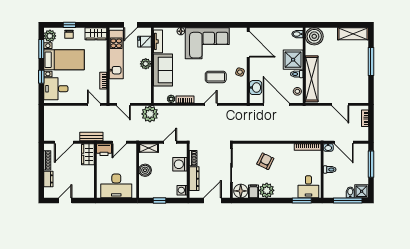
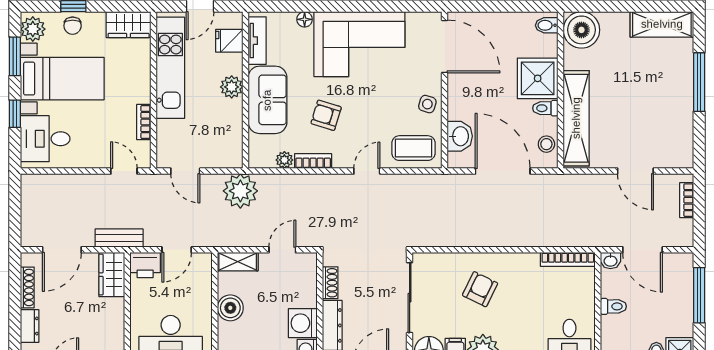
armchair: (191, 77) -> (326, 115), added
coffee table: (216, 77) -> (414, 148), moved
washing machine: (180, 164) -> (303, 323), moved

